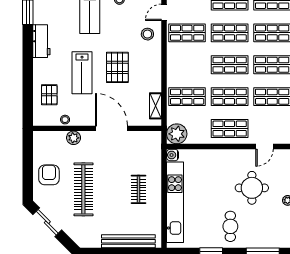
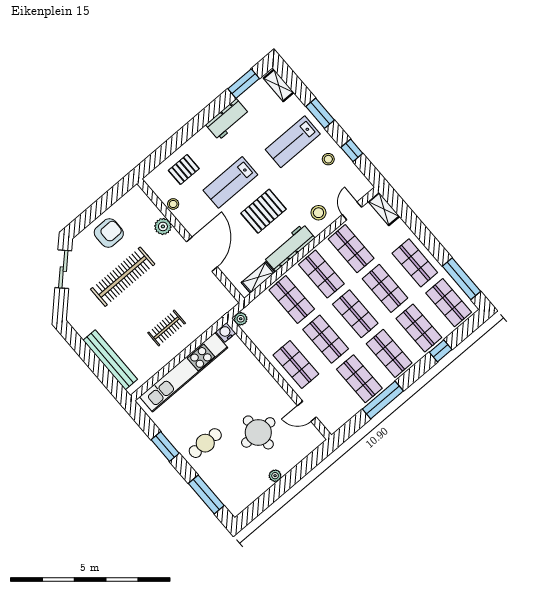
door: (164, 12) -> (352, 211), hinge flipped
shop shelf: (187, 65) -> (321, 274), added
workbench: (154, 71) -> (289, 248), added
plant: (177, 134) -> (241, 319), width x0.53, depth x0.53

